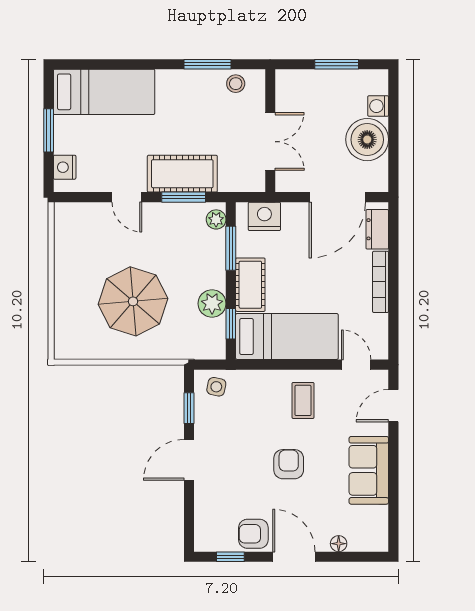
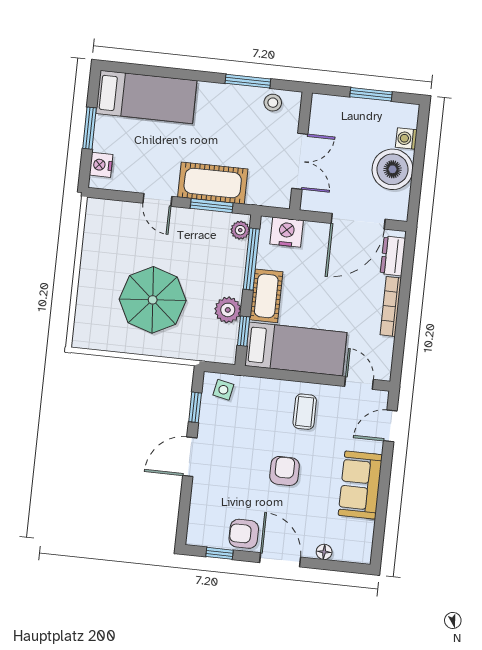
window: (231, 248) -> (251, 259), width x1.44

